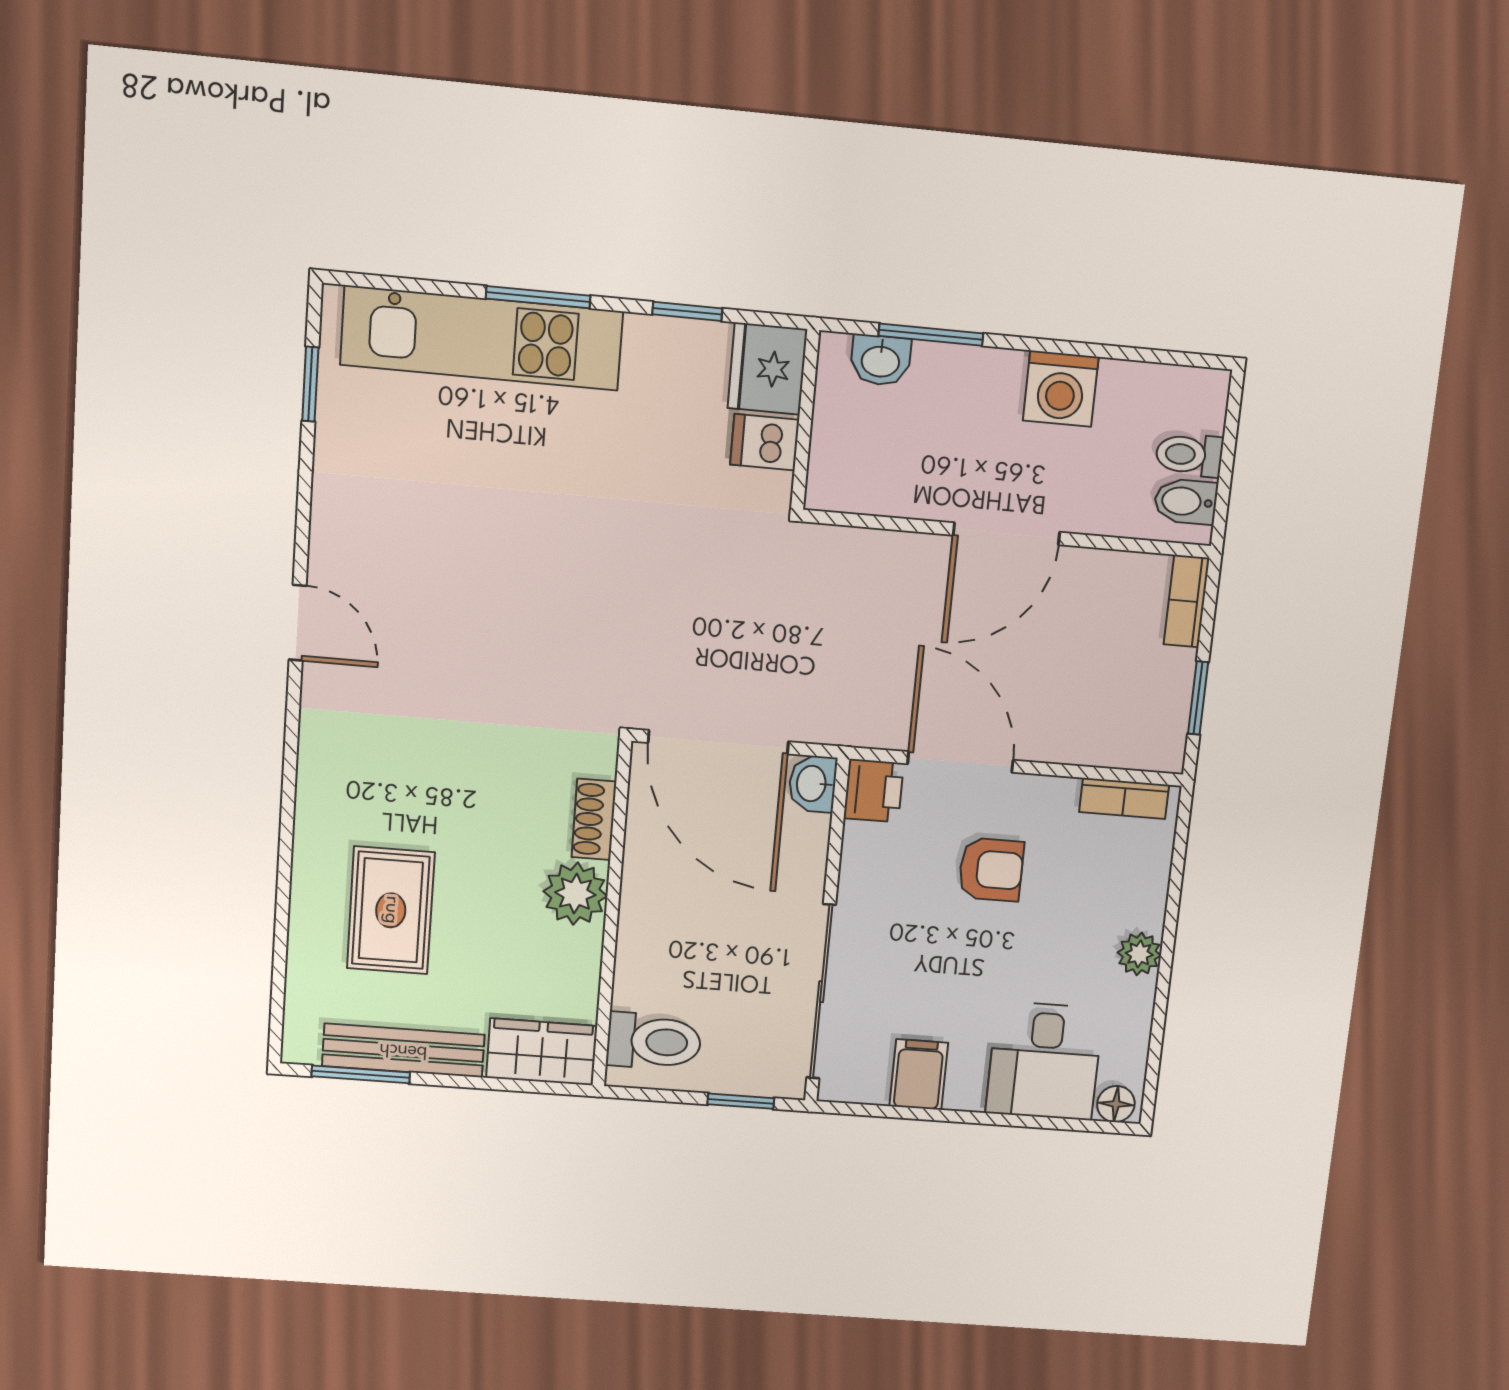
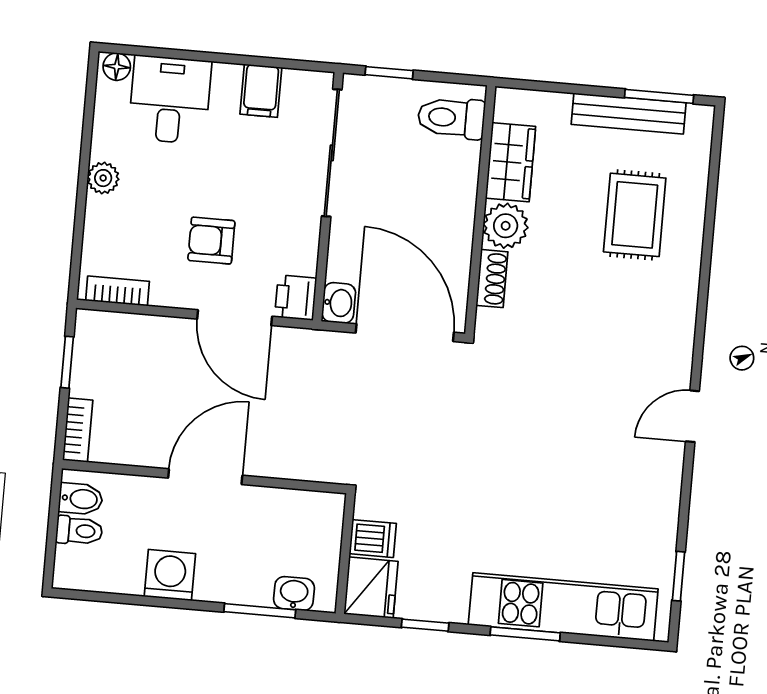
door: (298, 623) -> (692, 416), hinge flipped
wardrobe: (542, 1052) -> (511, 162), moved, turned -90

